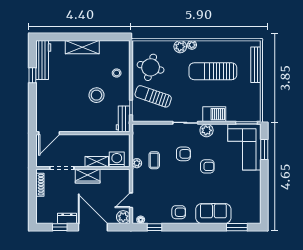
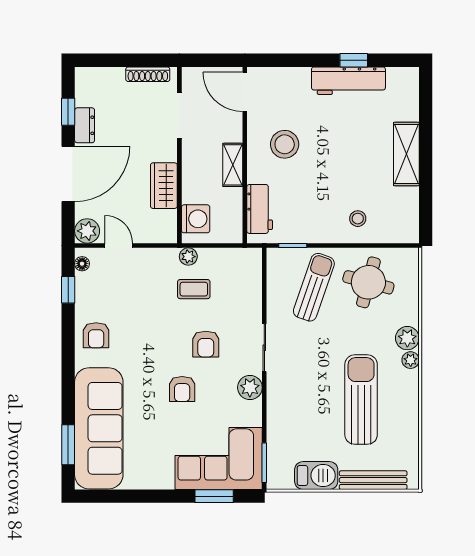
workbench: (43, 60) -> (348, 81), moved
stool: (96, 95) -> (285, 144), moved
barbecue: (214, 114) -> (316, 476), moved, turned -90
workbench: (123, 119) -> (260, 209), moved, turned 90
shelving: (97, 162) -> (233, 165), moved
wardrobe: (88, 176) -> (164, 186), moved
sofa: (213, 213) -> (99, 428), width x1.85, depth x1.27

